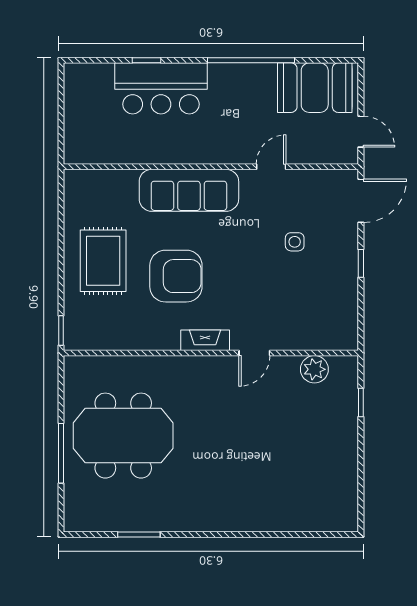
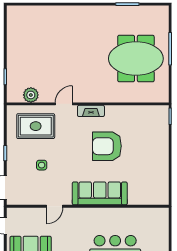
rug: (103, 261) -> (36, 126), moved, turned 90

